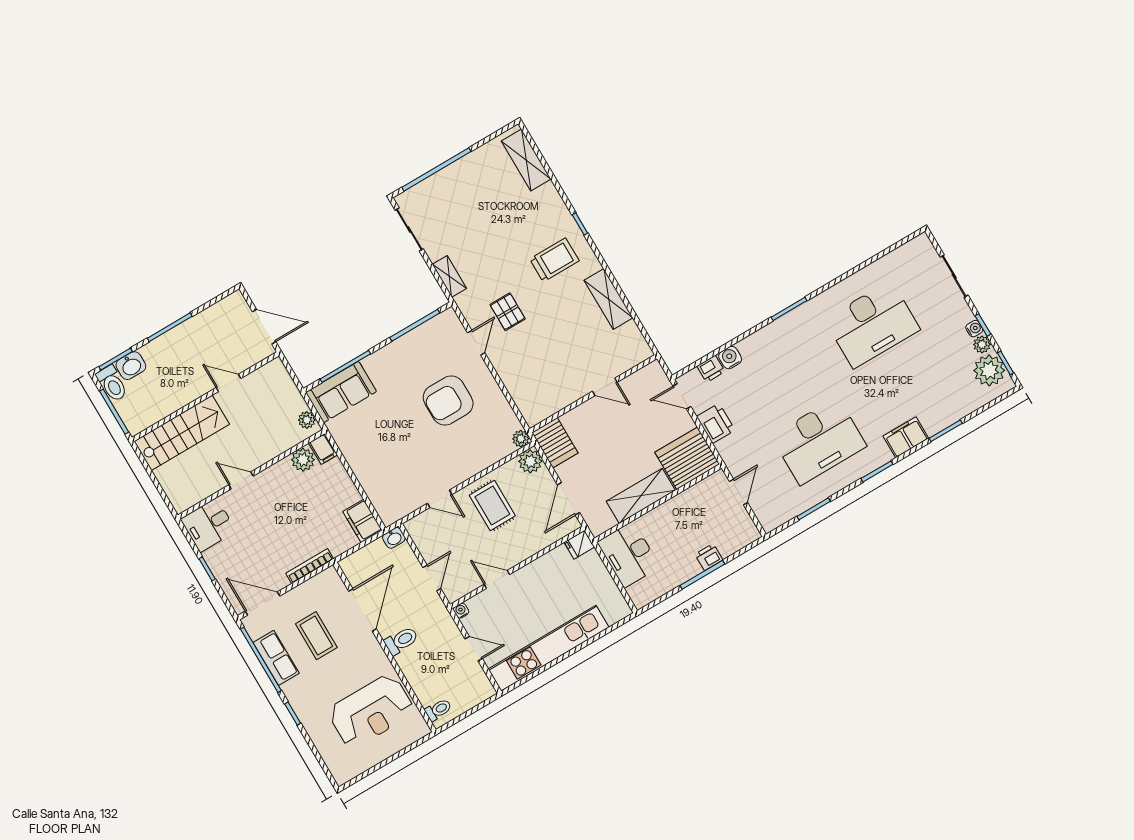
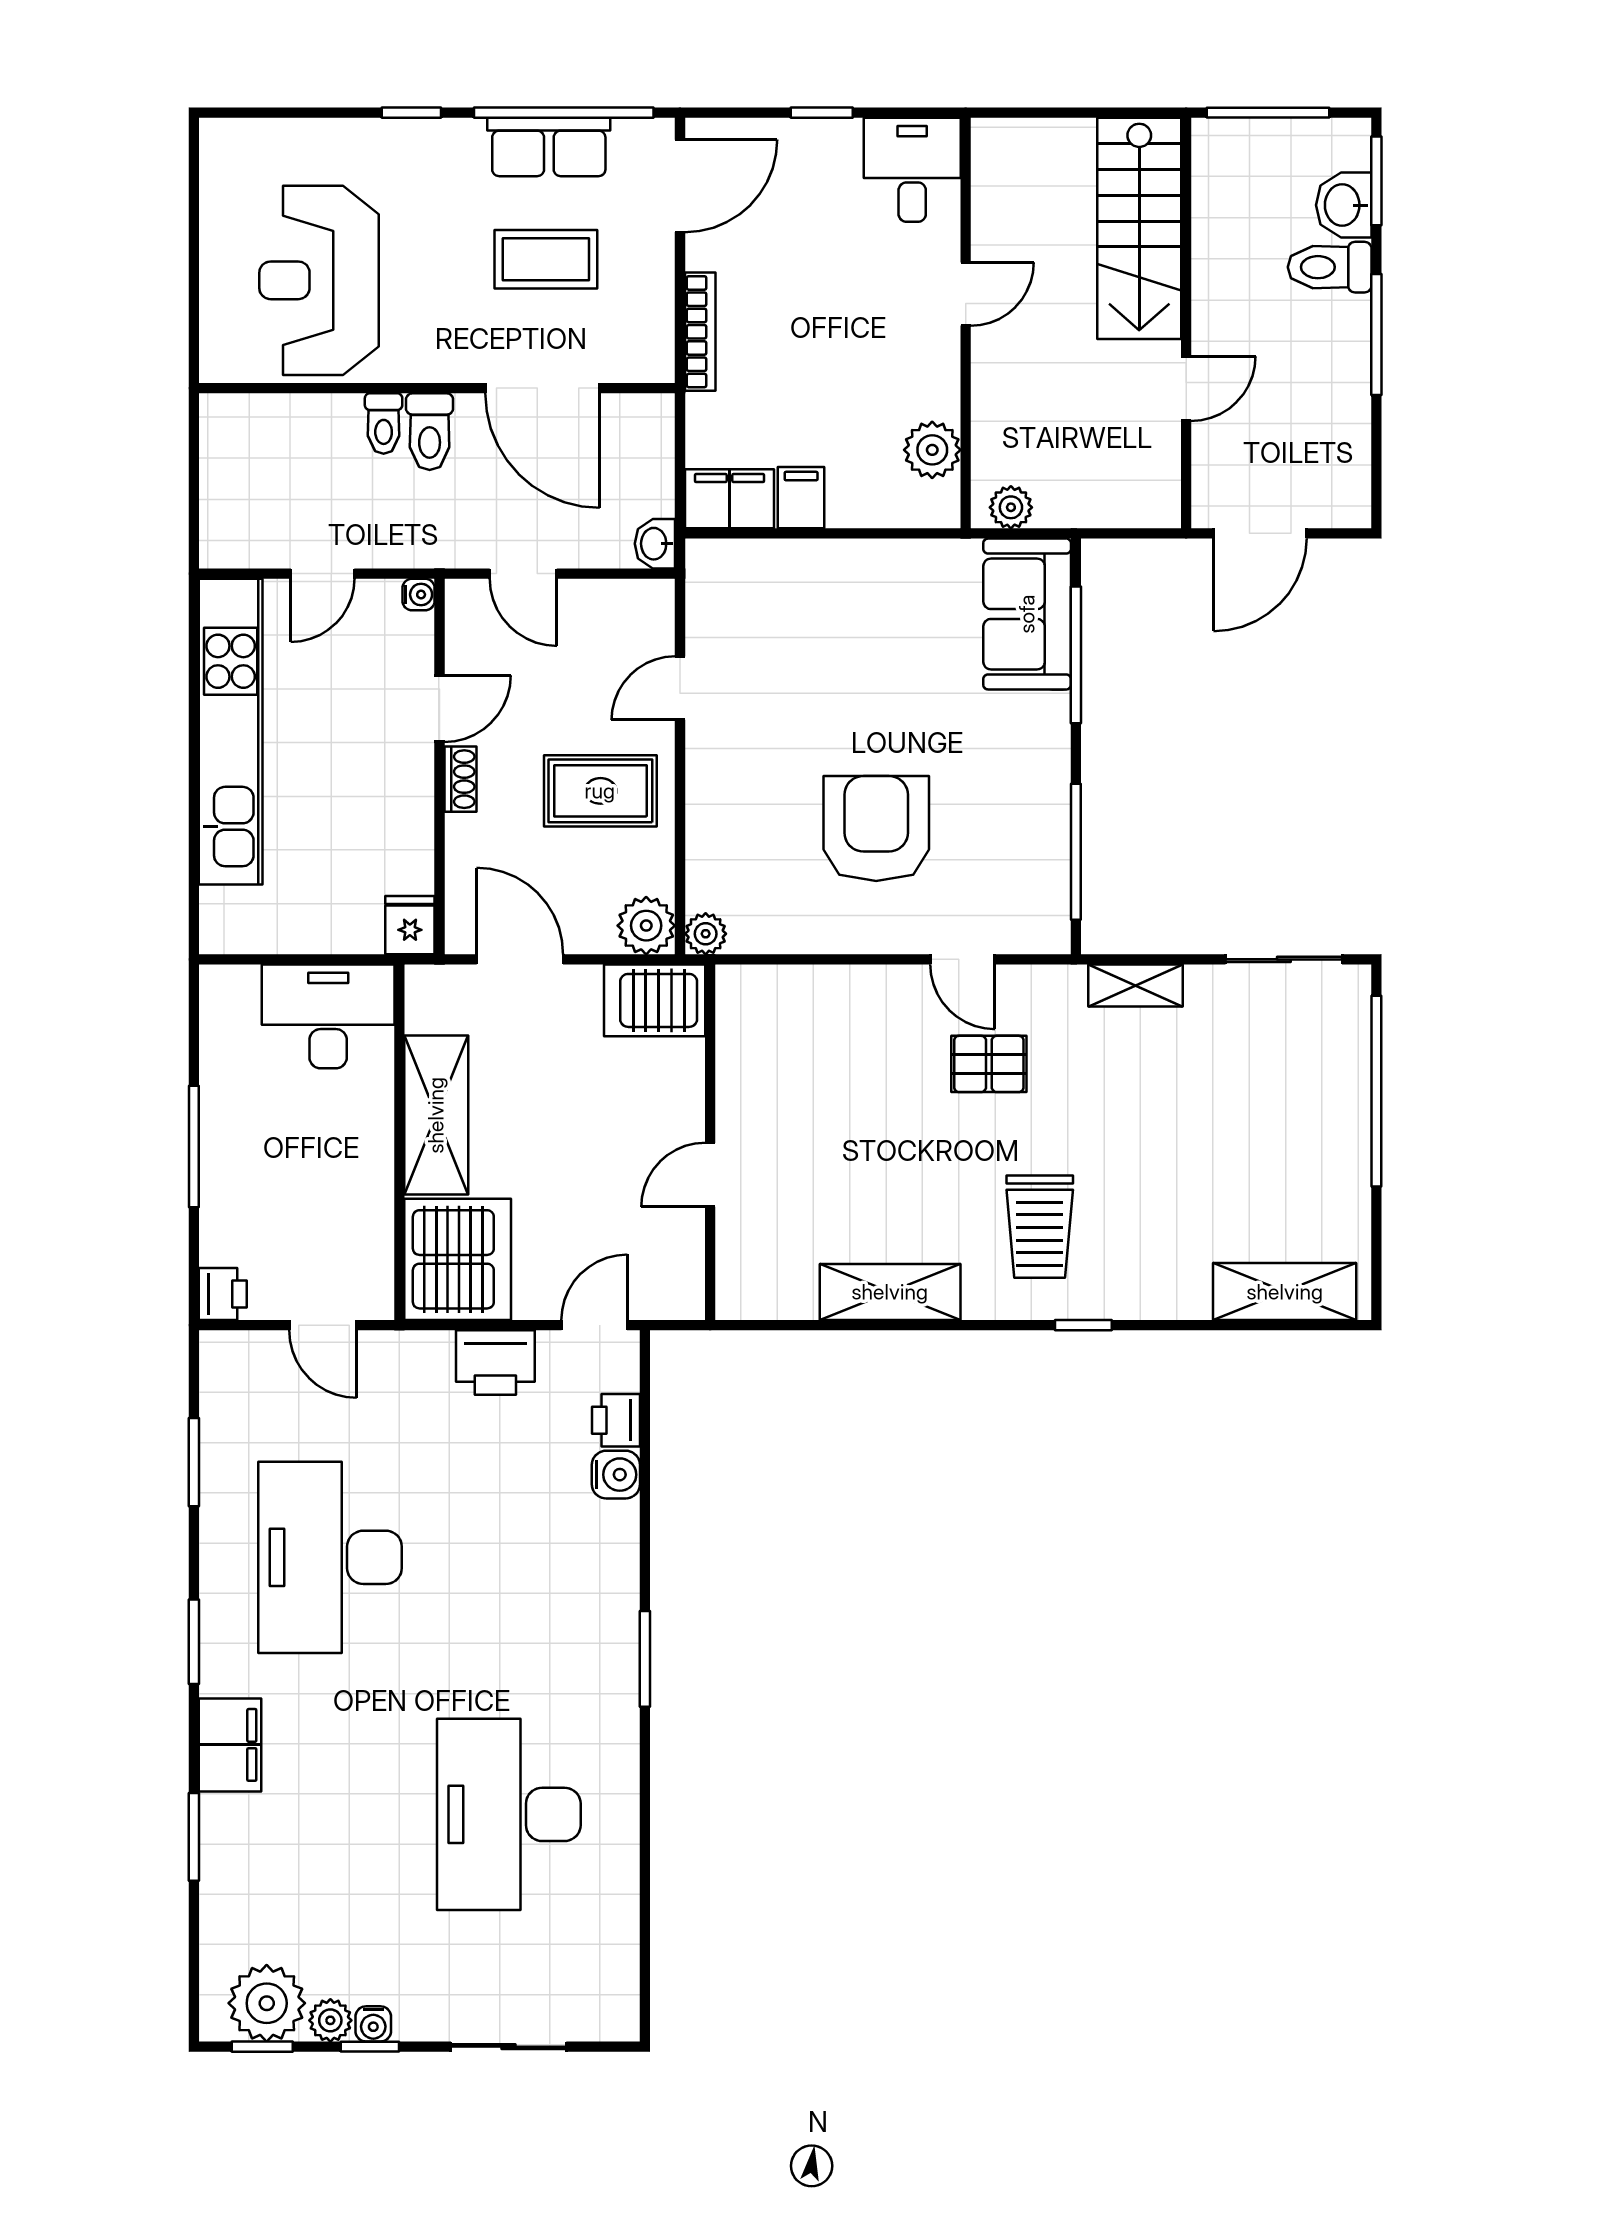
toilet: (112, 384) -> (1330, 267), moved
filing cabinet: (323, 449) -> (801, 498), moved, turned 90
shoe rack: (517, 557) -> (460, 779), added
printer: (709, 557) -> (223, 1294), moved
toilet: (438, 710) -> (384, 423), moved

